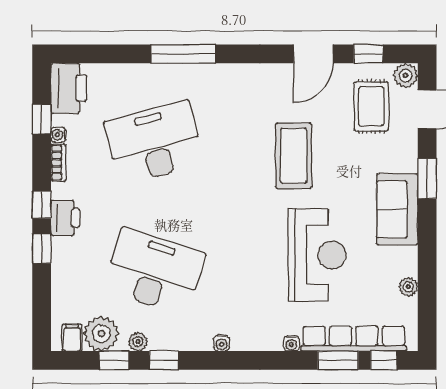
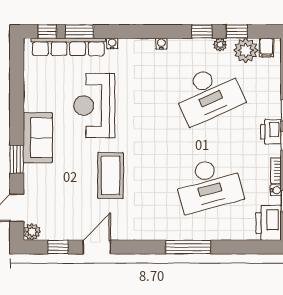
rug: (371, 106) -> (56, 210), removed
desk: (154, 272) -> (209, 94), turned -42
plant: (408, 287) -> (30, 83), removed

